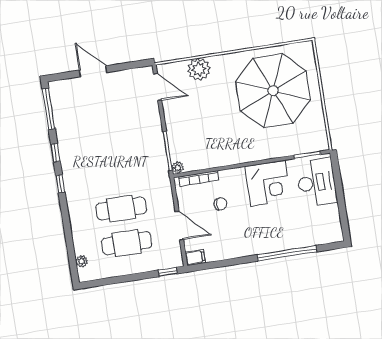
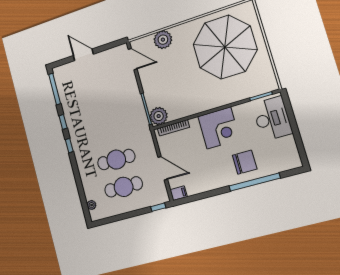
plant: (178, 168) -> (159, 116), width x1.88, depth x1.88
corner desk: (268, 183) -> (219, 128), moved
chair: (220, 204) -> (245, 162), moved, width x1.87, depth x1.87

